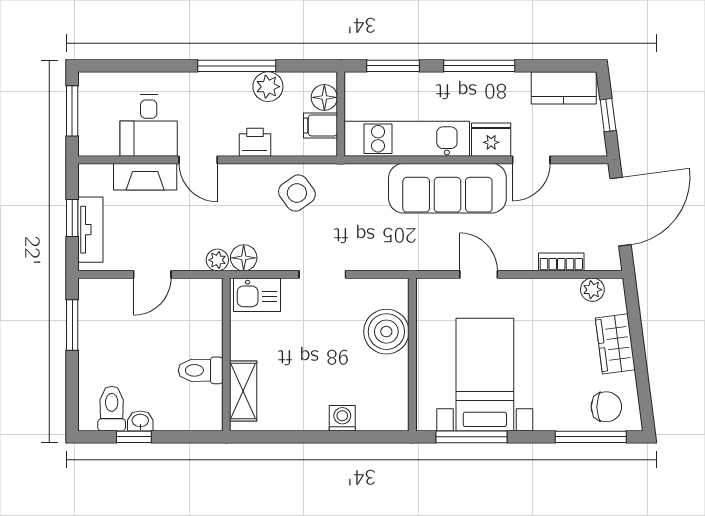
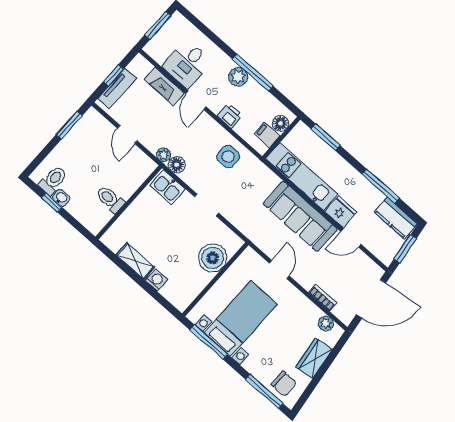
window: (479, 66) -> (381, 186), moved
plant: (268, 87) -> (238, 77), moved
window: (608, 115) -> (405, 249), width x1.50
side table: (297, 193) -> (228, 157), turned 36
door: (152, 274) -> (127, 135), hinge flipped
shelving: (243, 391) -> (135, 261), moved, turned 90

